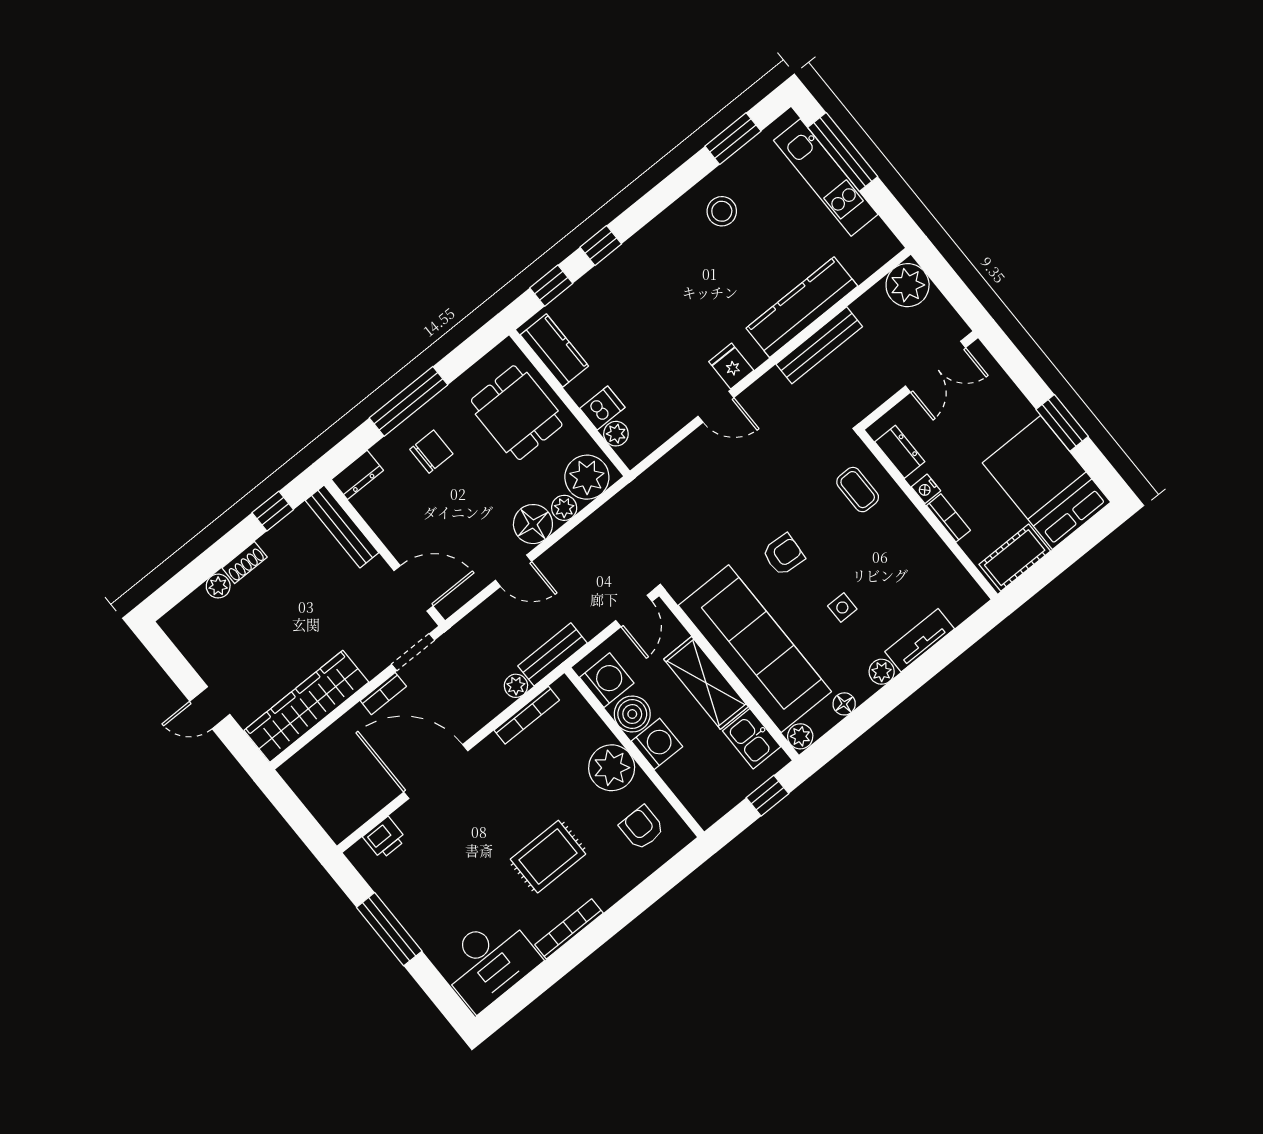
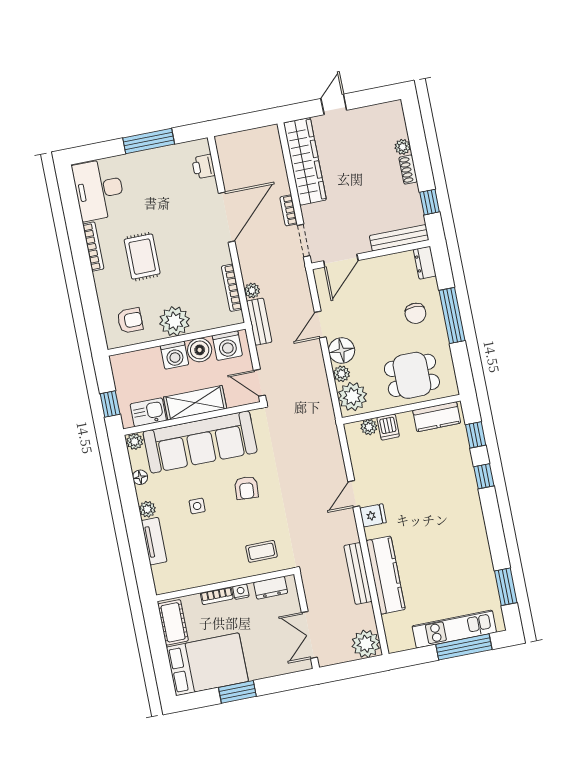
stool: (722, 211) -> (467, 558), removed

